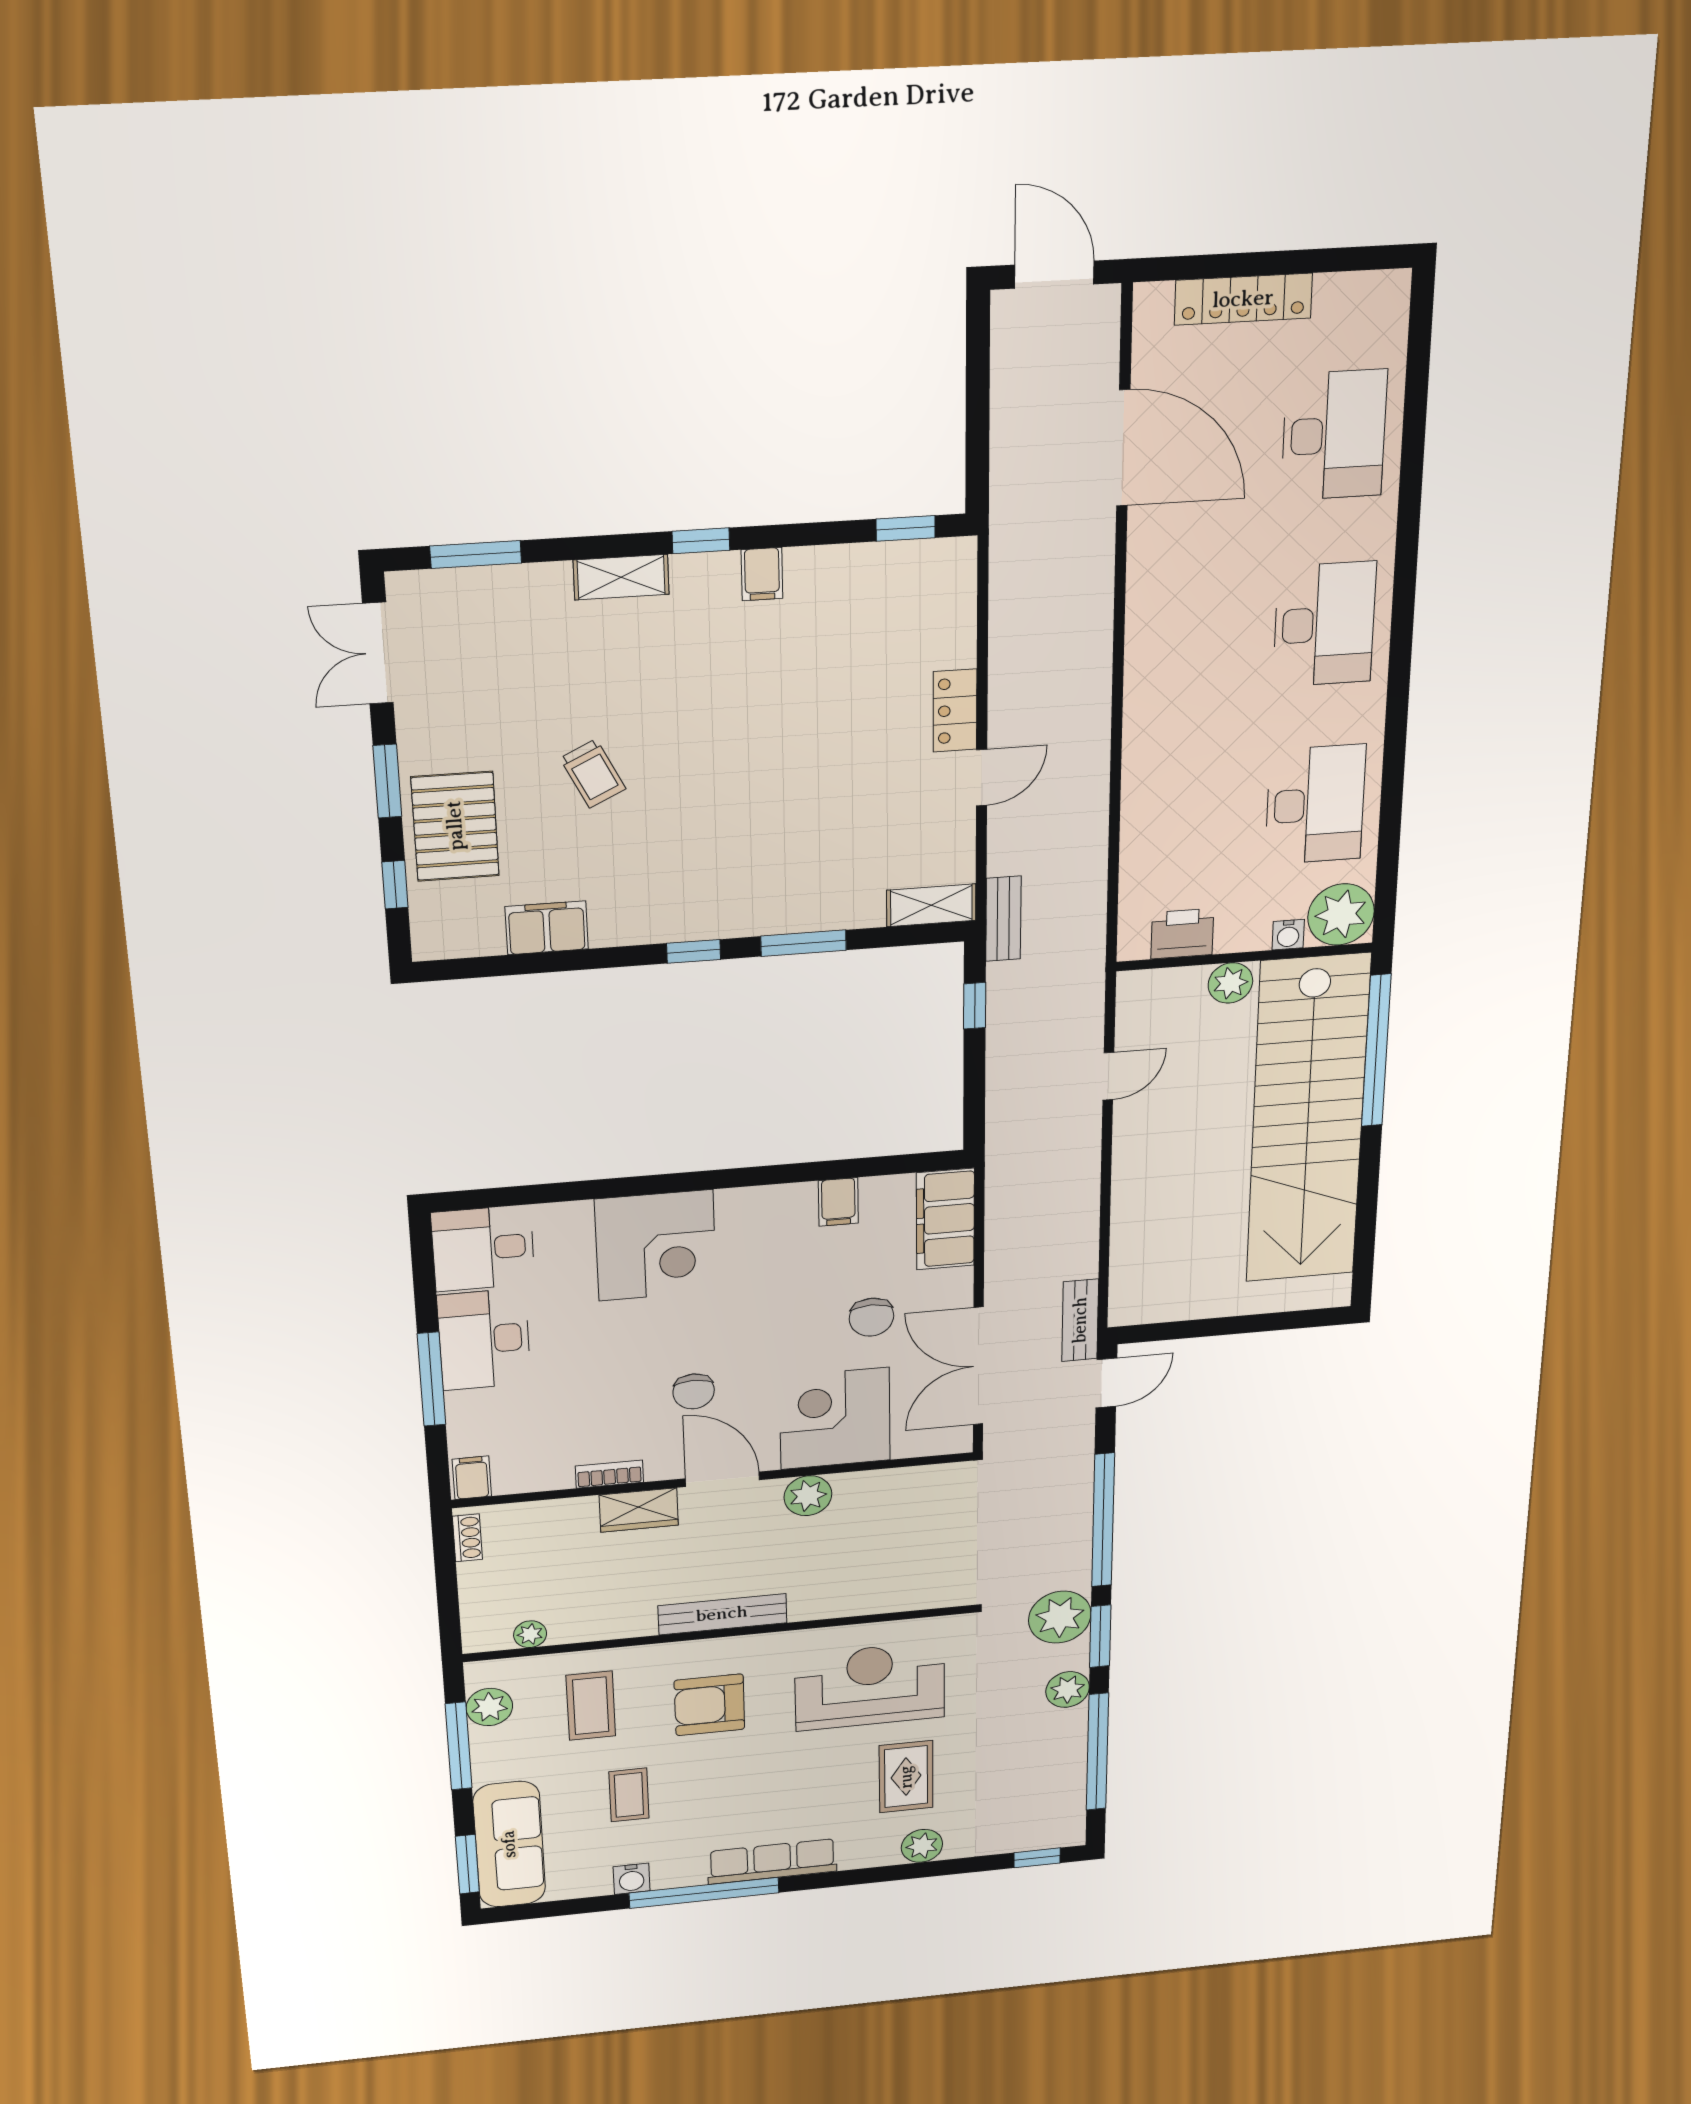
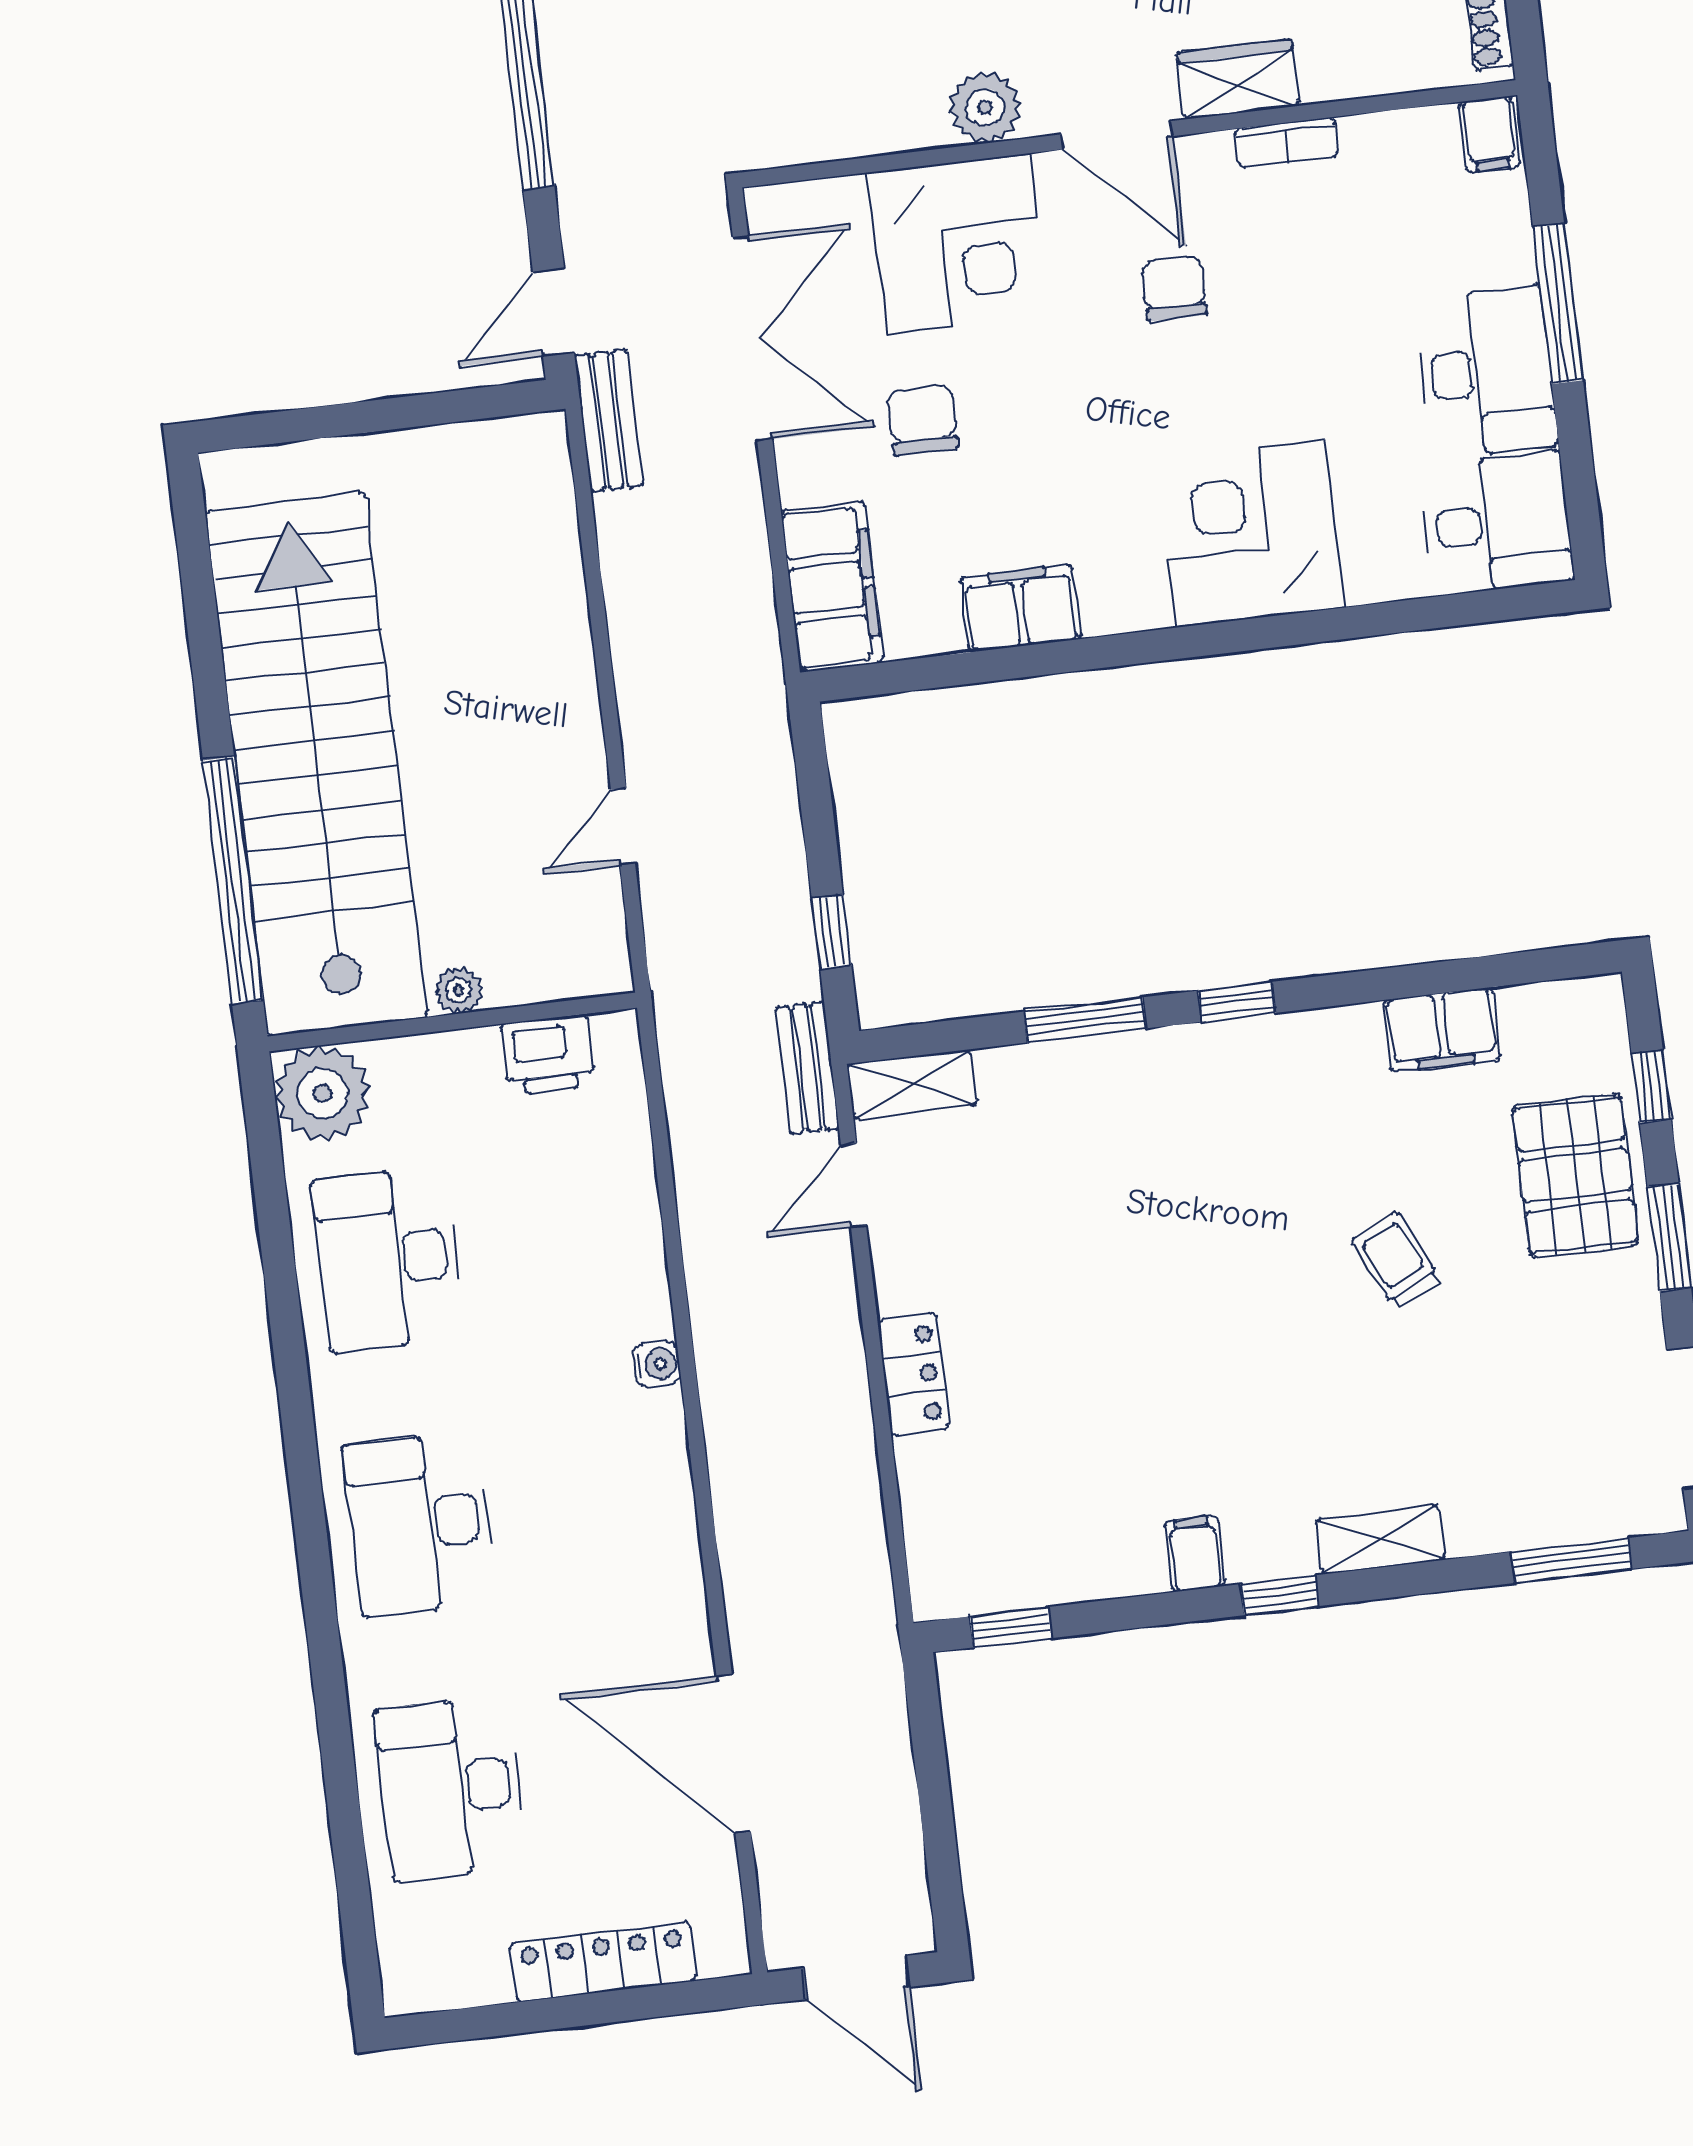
door: (982, 778) -> (854, 1185), moved
water cooler: (1288, 935) -> (657, 1364), moved, turned 90
plant: (1230, 983) -> (459, 990), width x0.73, depth x0.73
filing cabinet: (838, 1202) -> (1021, 608), width x2.00

